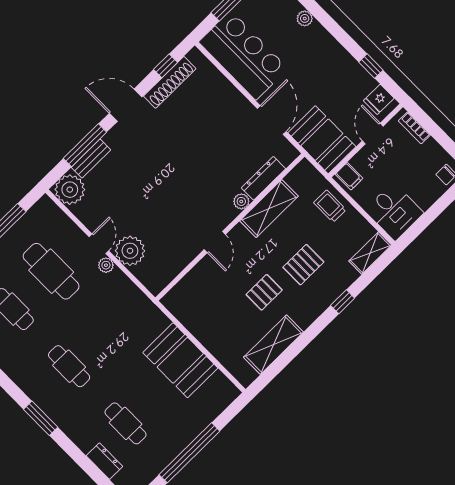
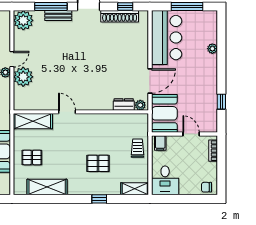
fridge: (379, 99) -> (210, 121), removed
door: (373, 134) -> (191, 134), hinge flipped
bench: (91, 159) -> (58, 16), moved
dresser: (263, 178) -> (124, 104), width x0.70
plant: (241, 201) -> (140, 105), moved
shelving: (269, 209) -> (33, 121), moved
door: (215, 242) -> (67, 112), swing flipped
pallet: (264, 292) -> (32, 157), moved

